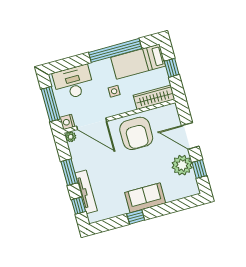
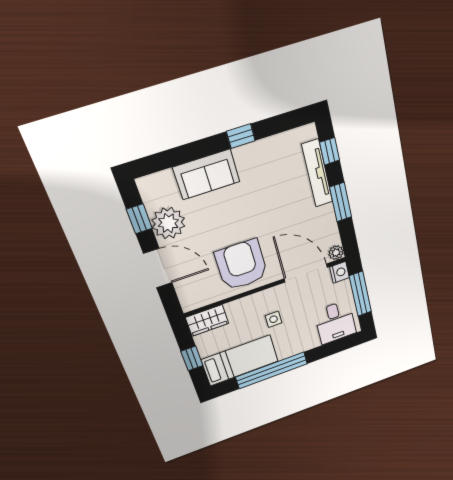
desk: (73, 82) -> (335, 322), width x0.73
wardrobe: (154, 97) -> (207, 320), width x0.67
sofa: (145, 198) -> (206, 174), moved

